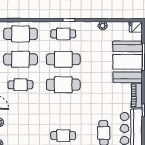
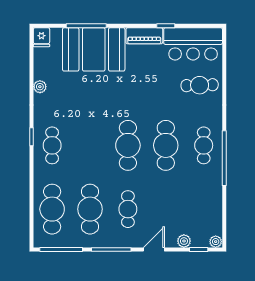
cafe table: (63, 59) -> (166, 145), moved

